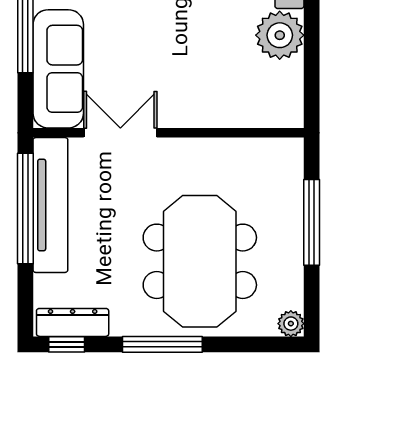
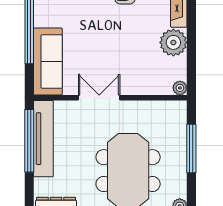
plant: (291, 115) -> (180, 88), added
double door: (120, 133) -> (99, 98), moved

